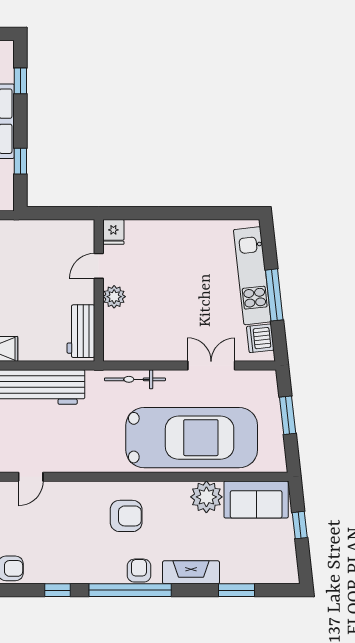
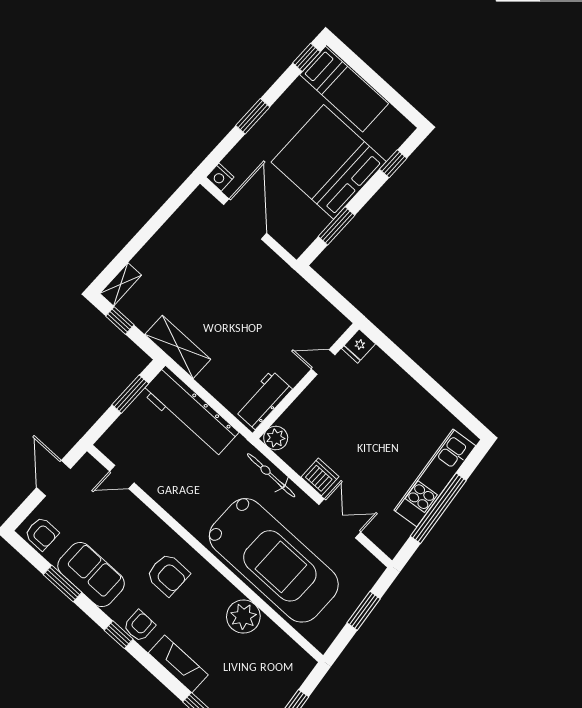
window: (20, 161) -> (336, 226), width x1.50
window: (274, 295) -> (438, 508), width x1.46
plant: (114, 297) -> (276, 438), moved
dishwasher: (260, 338) -> (320, 477), moved, turned 96
sofa: (256, 500) -> (91, 575), moved, turned 180
window: (58, 590) -> (63, 584), width x1.50
window: (130, 590) -> (119, 635), width x0.32

